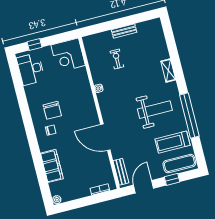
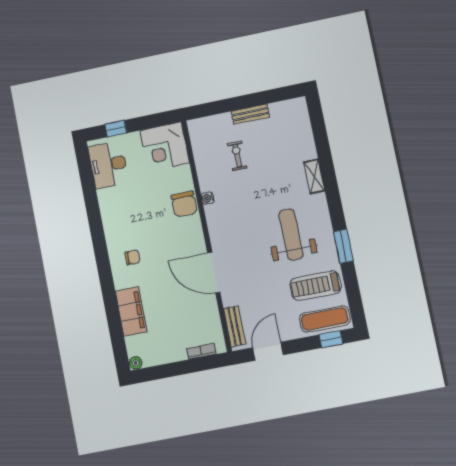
chair: (52, 110) -> (184, 204), moved
weight bench: (155, 110) -> (291, 235), turned -90
window: (189, 115) -> (343, 246), width x0.47
window: (172, 179) -> (331, 339), moved

